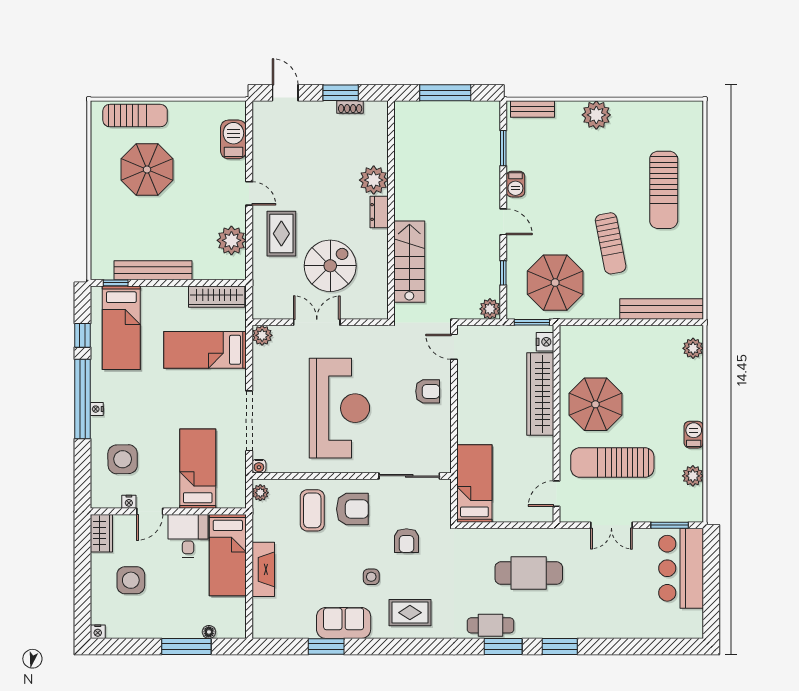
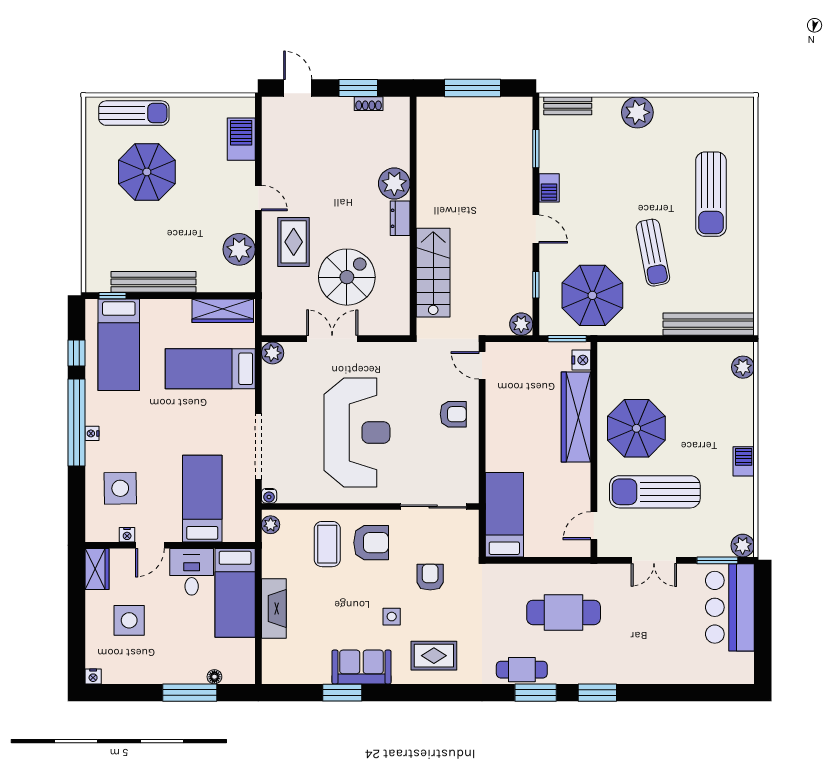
plant: (693, 476) -> (743, 546), moved
armchair: (406, 541) -> (430, 577), turned 180

